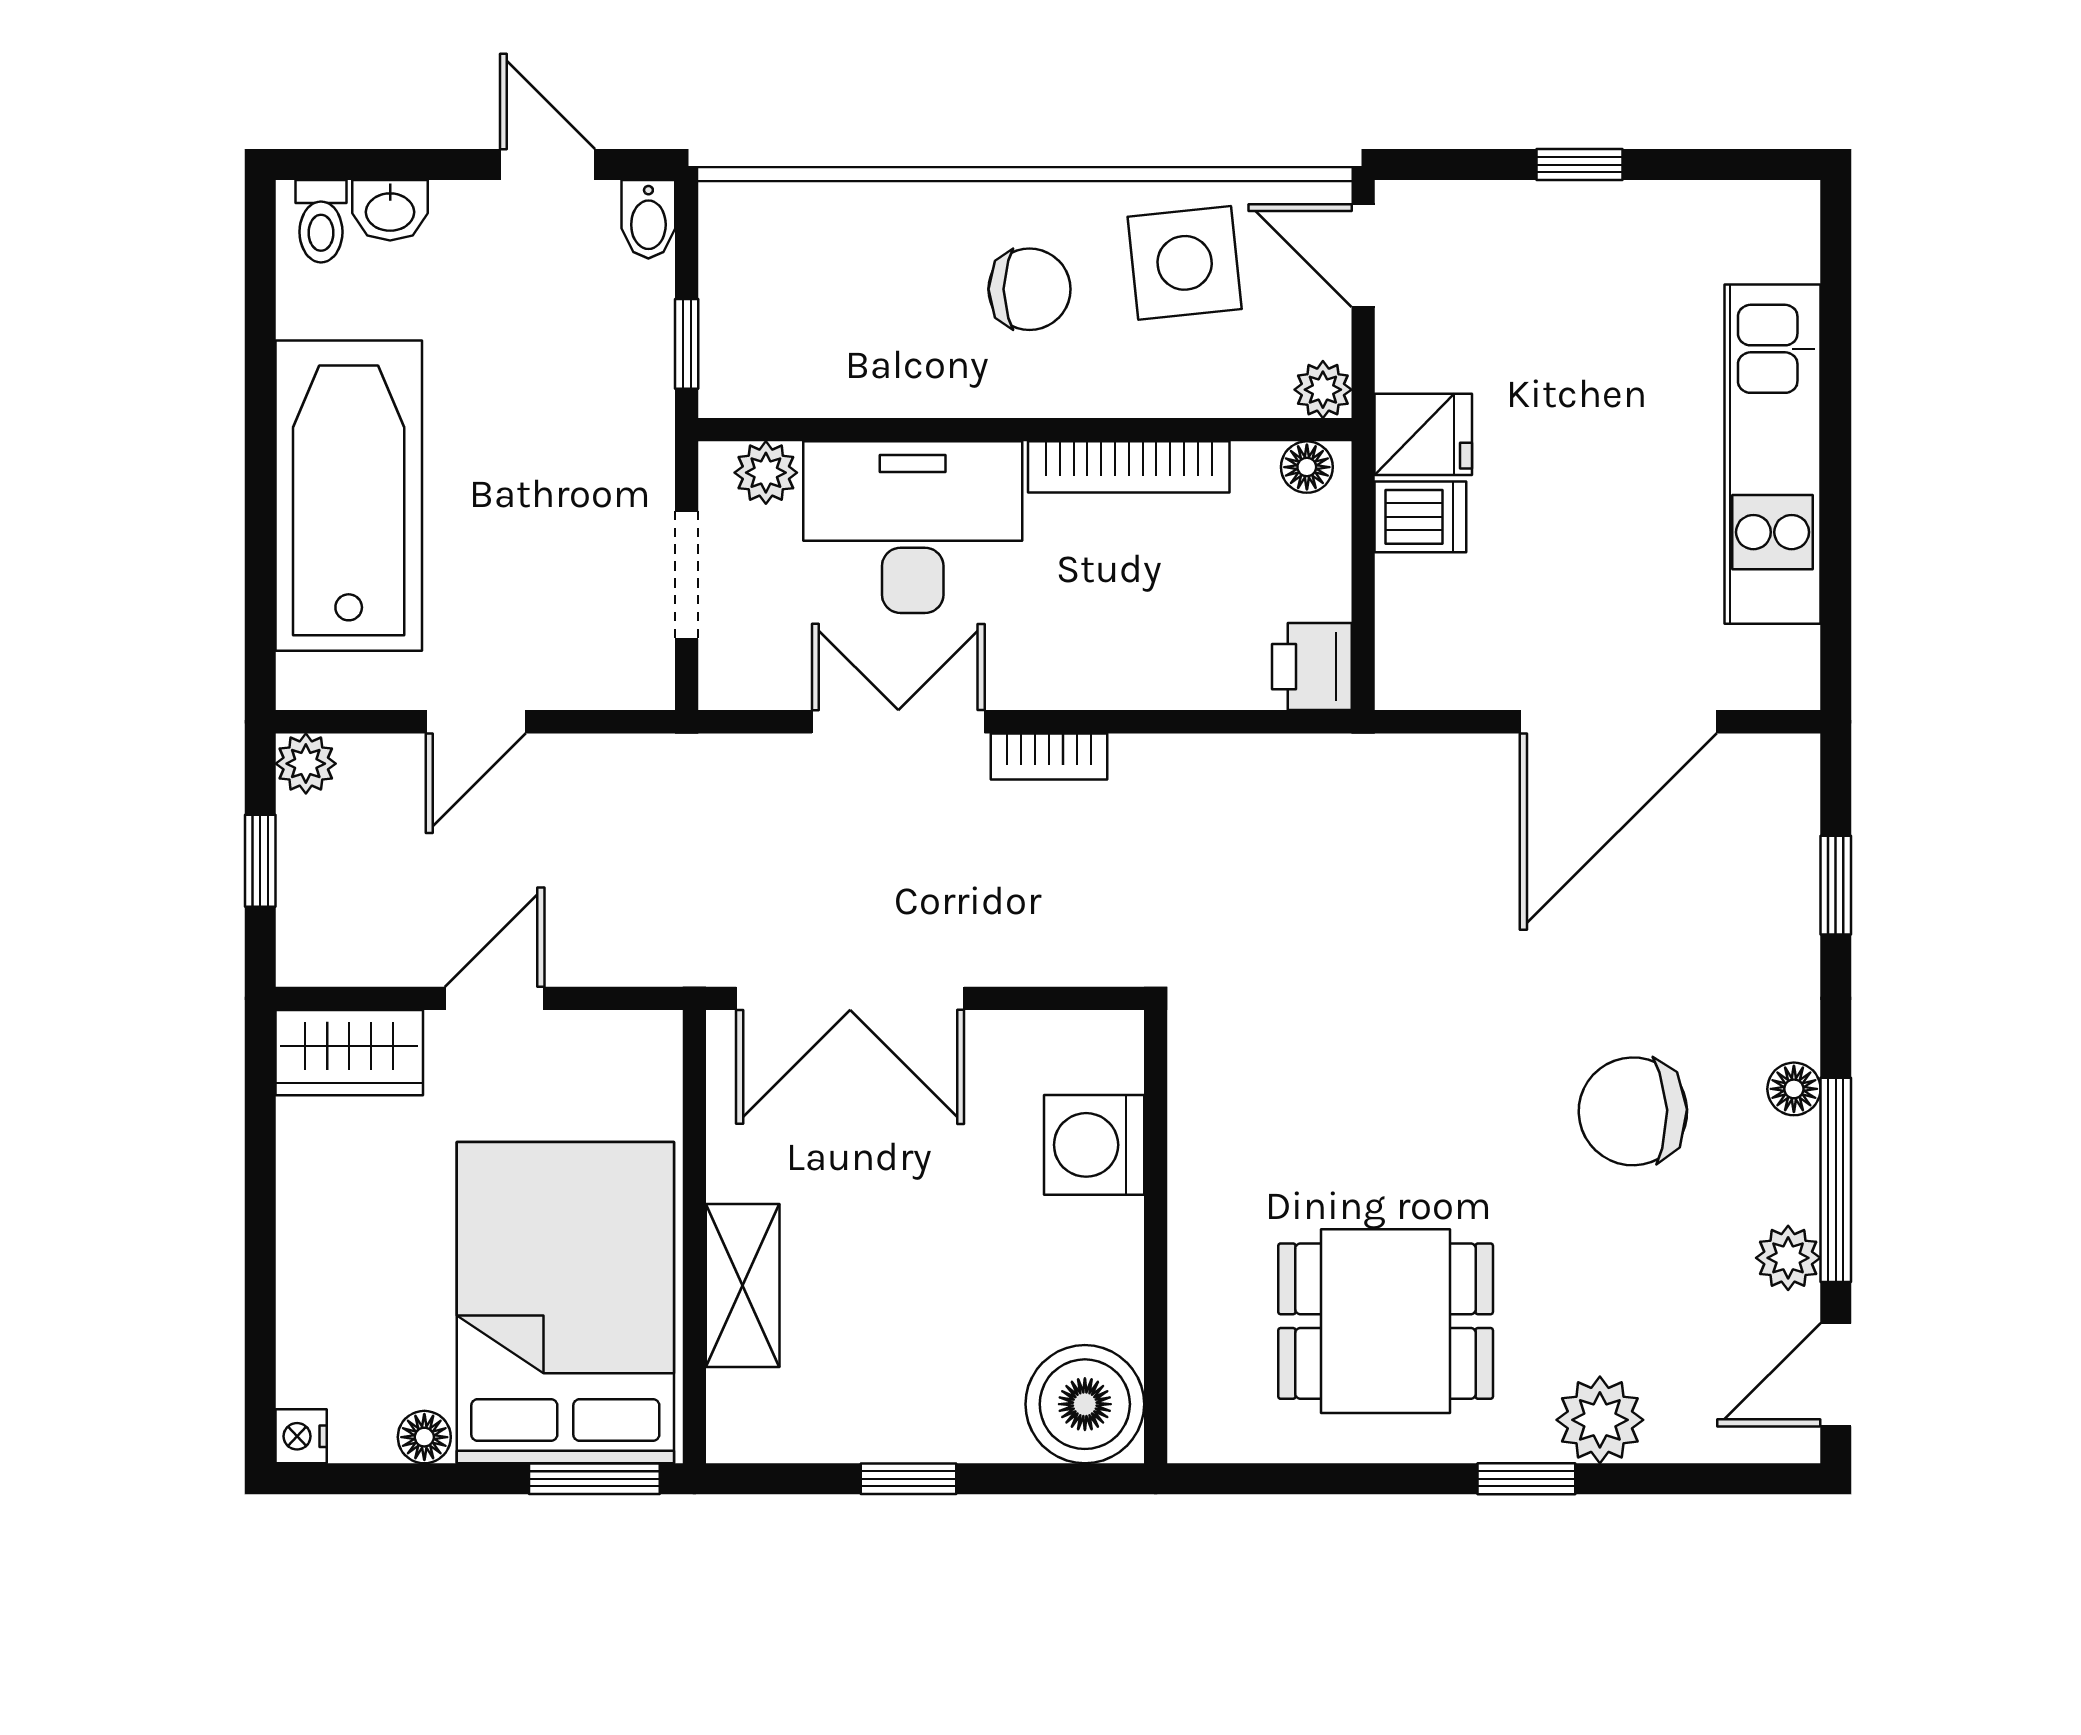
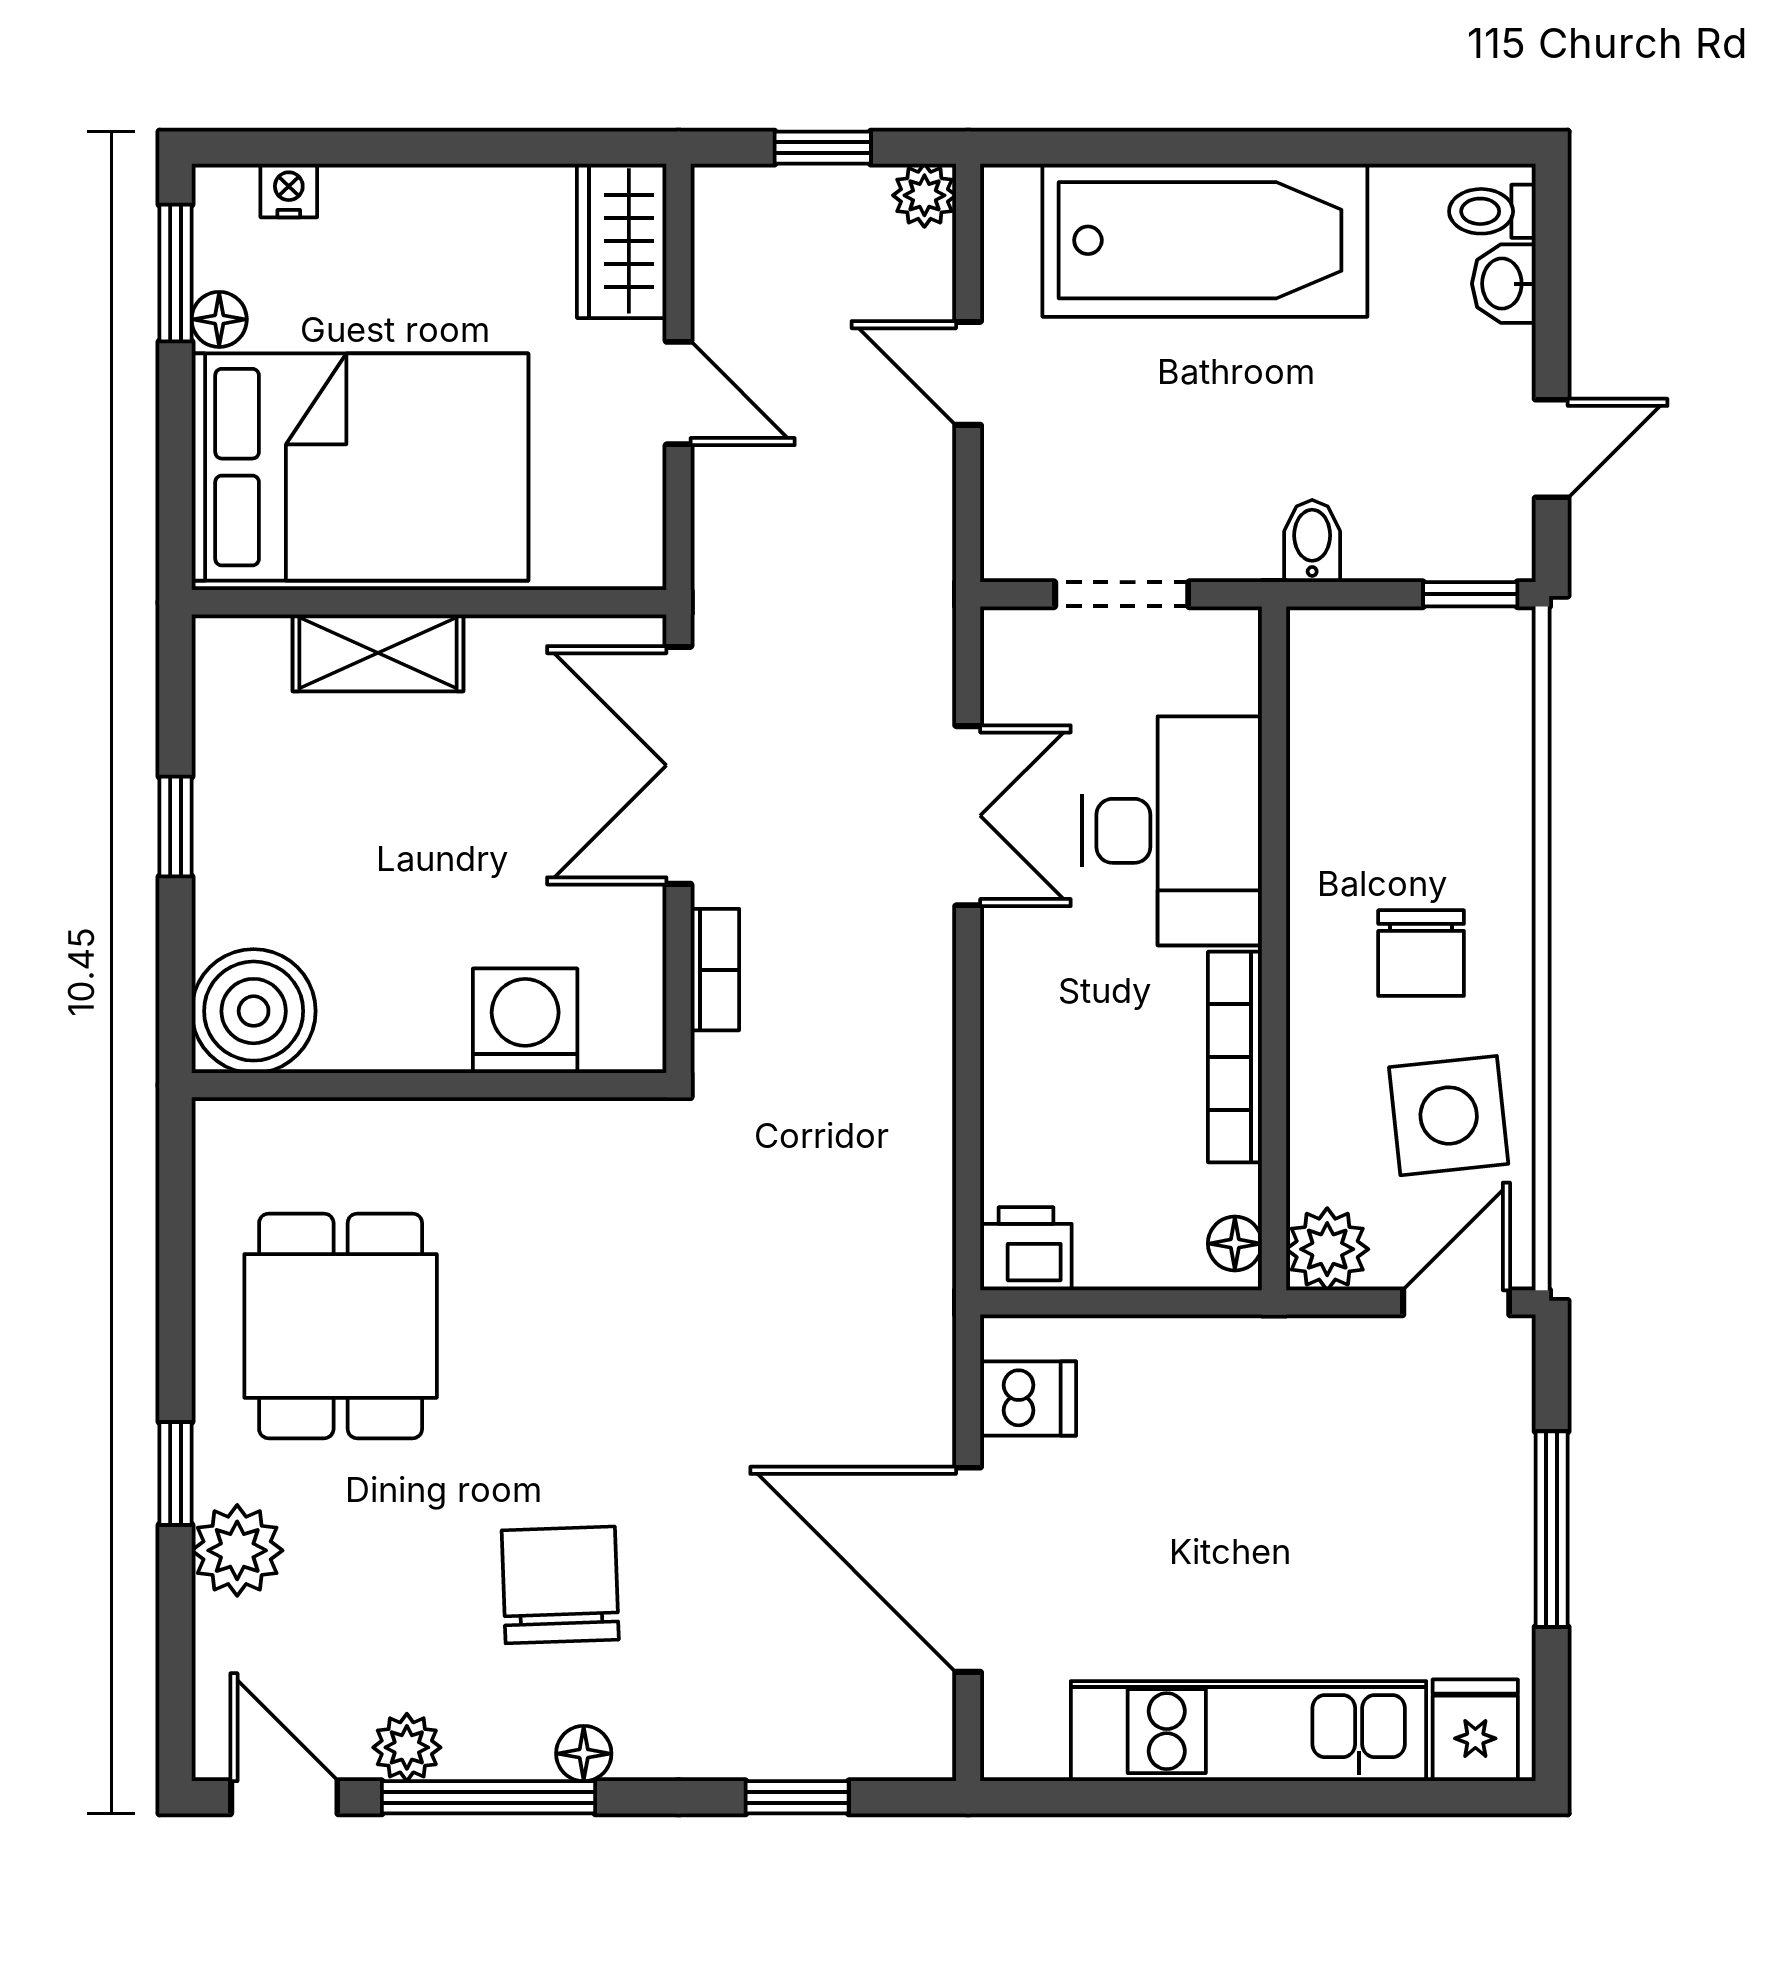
window: (1580, 165) -> (1552, 1529), width x2.17
bidet: (648, 219) -> (1312, 541), moved, turned 90
window: (687, 344) -> (1470, 594), moved
plant: (1323, 390) -> (1327, 1249), width x1.38, depth x1.38
fridge: (1423, 434) -> (1475, 1730), moved, turned 180
plant: (766, 473) -> (1229, 677), removed
dishwasher: (1420, 517) -> (1028, 1399), moved, turned -90
bookcase: (1049, 756) -> (715, 970), moved, turned 180
nightstand: (301, 1436) -> (289, 191), moved
window: (594, 1479) -> (176, 273), moved

